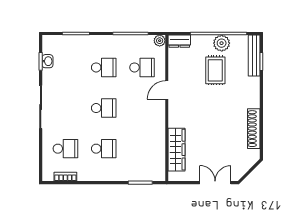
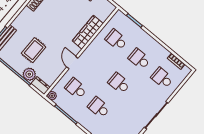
plant: (222, 43) -> (29, 74), moved
door: (167, 90) -> (72, 63), swing flipped
school desk: (142, 149) -> (116, 40), added
wardrobe: (177, 150) -> (88, 32), moved

